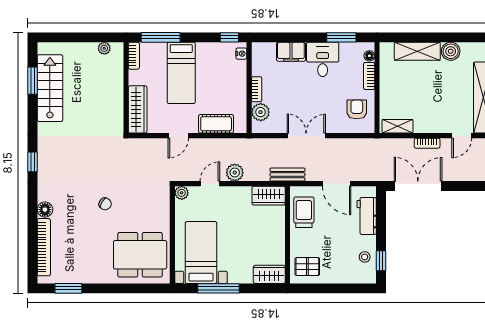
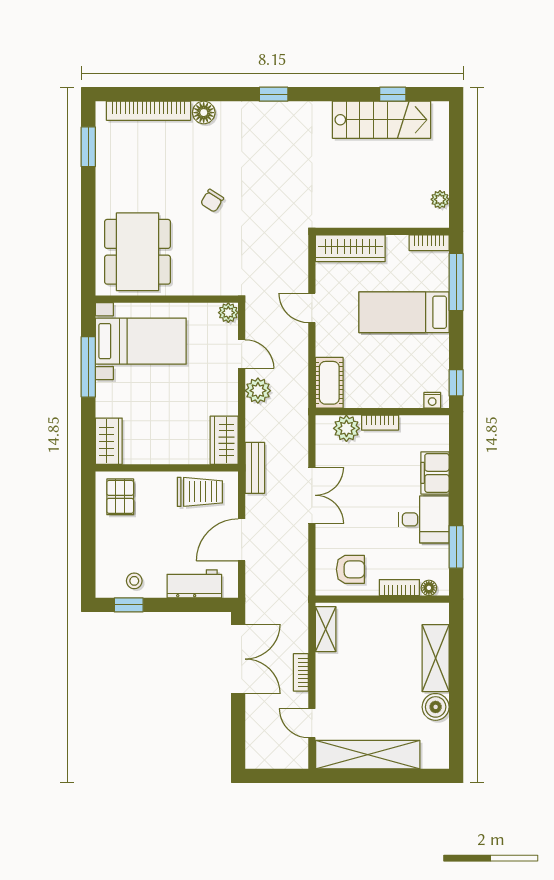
window: (32, 81) -> (393, 94), width x0.67
cot: (216, 124) -> (329, 383), moved

